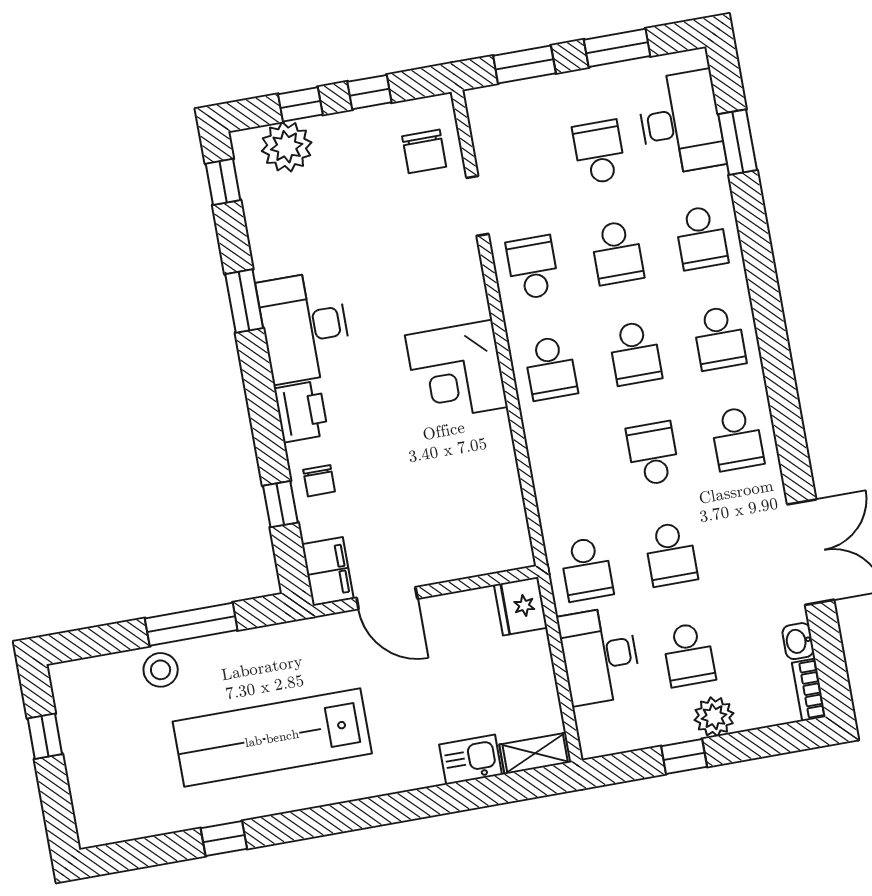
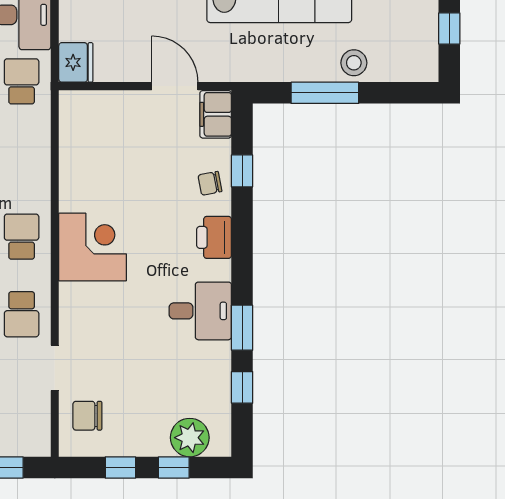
chair: (424, 151) -> (87, 416), turned -90
window: (223, 182) -> (242, 387), moved
desk: (305, 327) -> (200, 311), width x0.73
chair: (319, 481) -> (210, 183), turned -101

